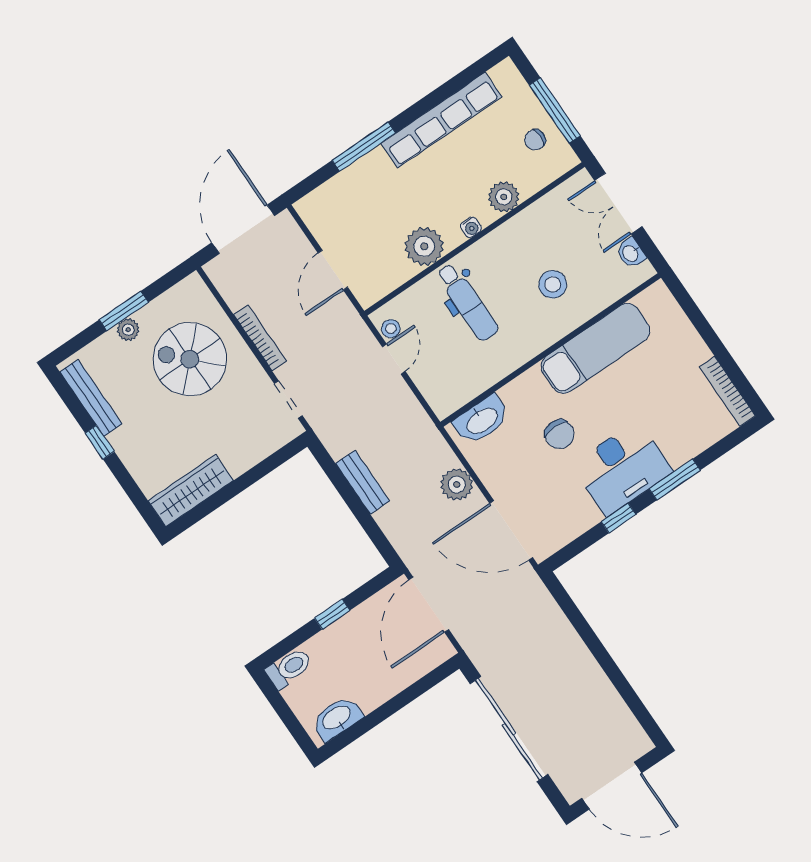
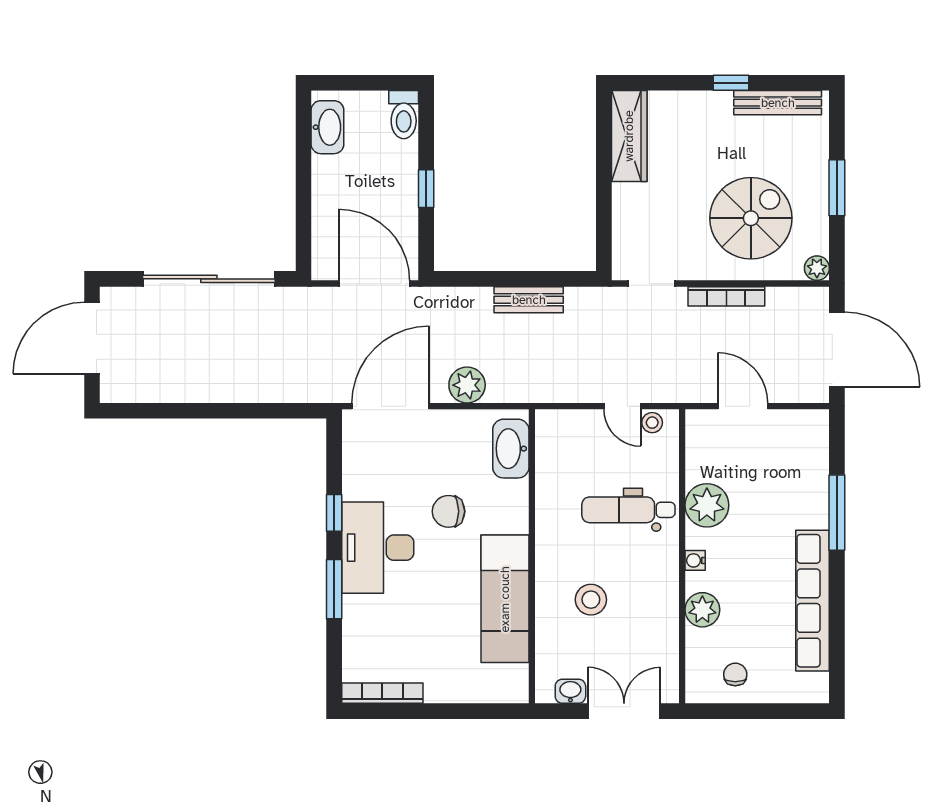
window: (555, 110) -> (750, 711), removed
plant: (128, 330) -> (817, 268), moved

